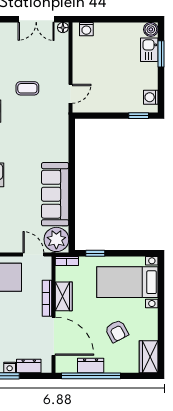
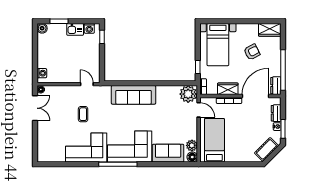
kitchen sink: (149, 50) -> (75, 29), moved
sofa: (55, 194) -> (133, 95), moved
door: (33, 255) -> (199, 110), swing flipped
dresser: (91, 365) -> (276, 86), moved

